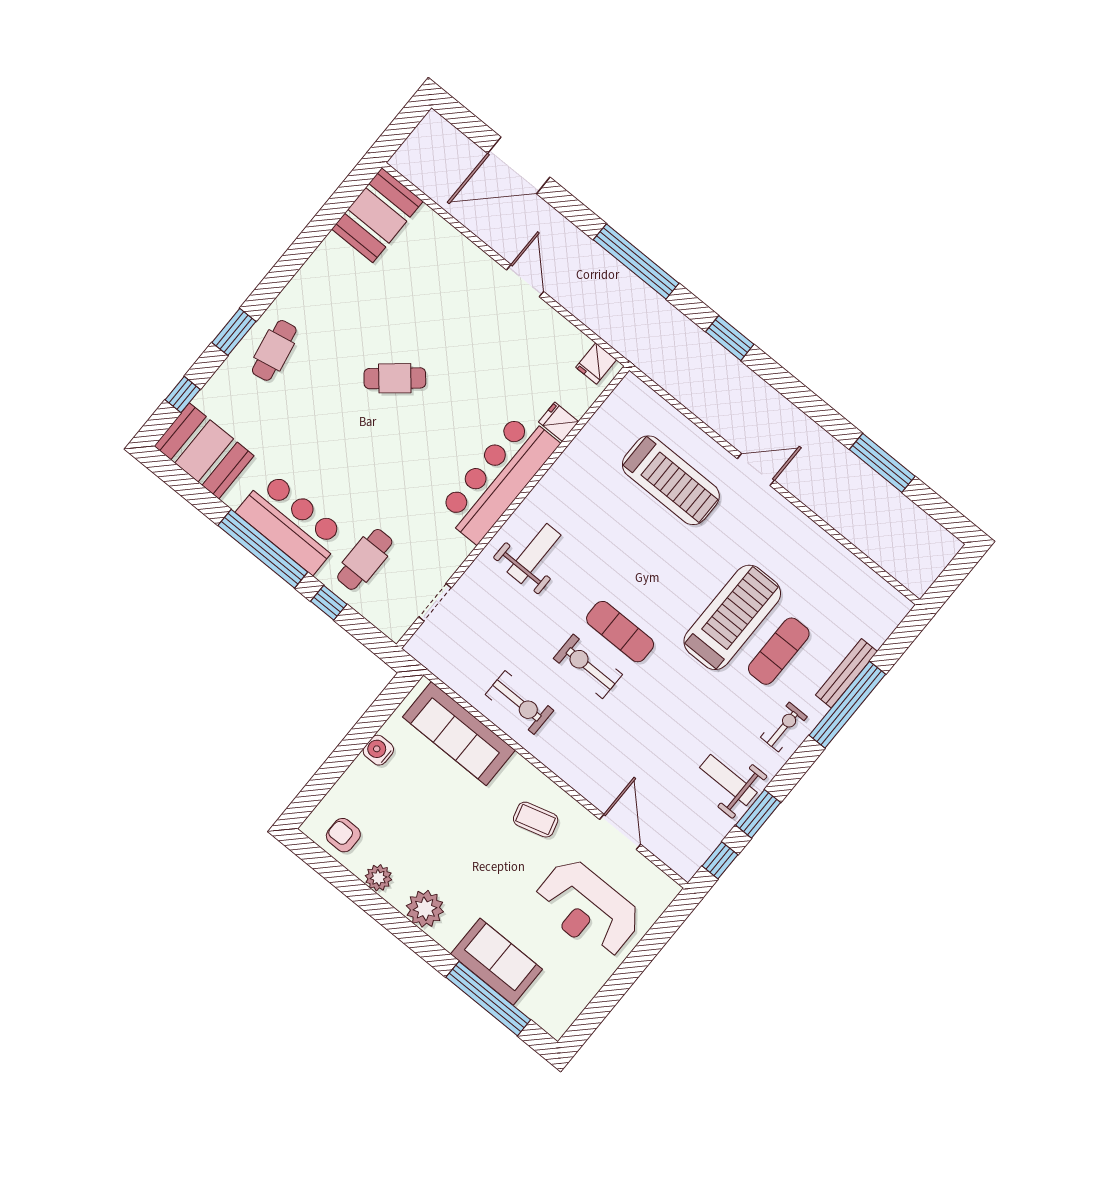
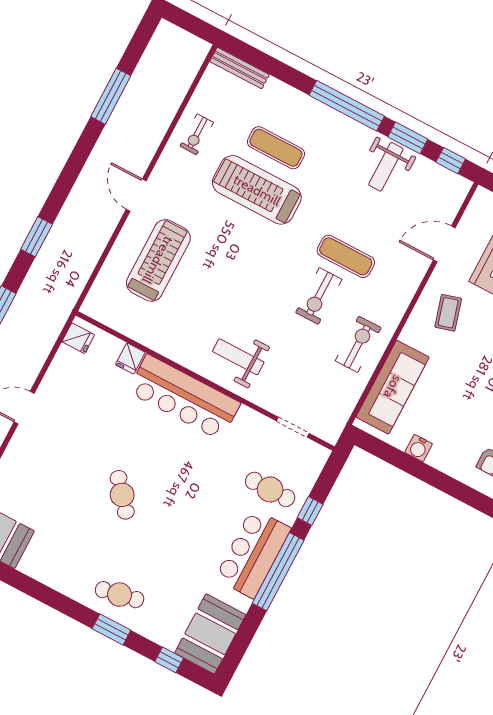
exercise mat: (620, 632) -> (346, 256), moved, turned 90
bench: (846, 673) -> (239, 68), moved
window: (847, 705) -> (347, 106), moved
exercise bike: (784, 727) -> (197, 134), moved, turned -90

